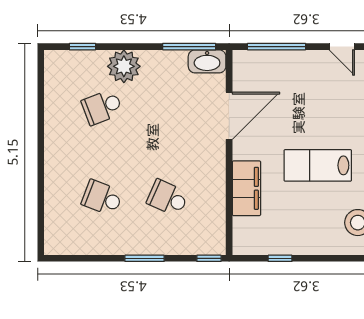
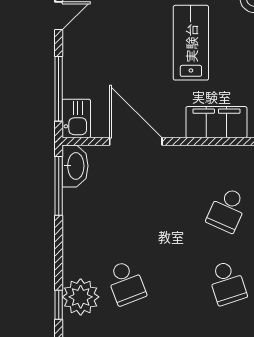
kitchen sink: (250, 62) -> (76, 119), added
plant: (124, 66) -> (81, 297), moved
lab bench: (318, 165) -> (191, 43), turned 180
school desk: (102, 198) -> (227, 283), turned -39

